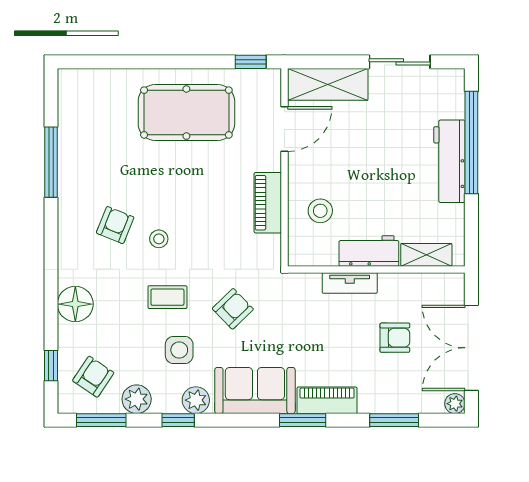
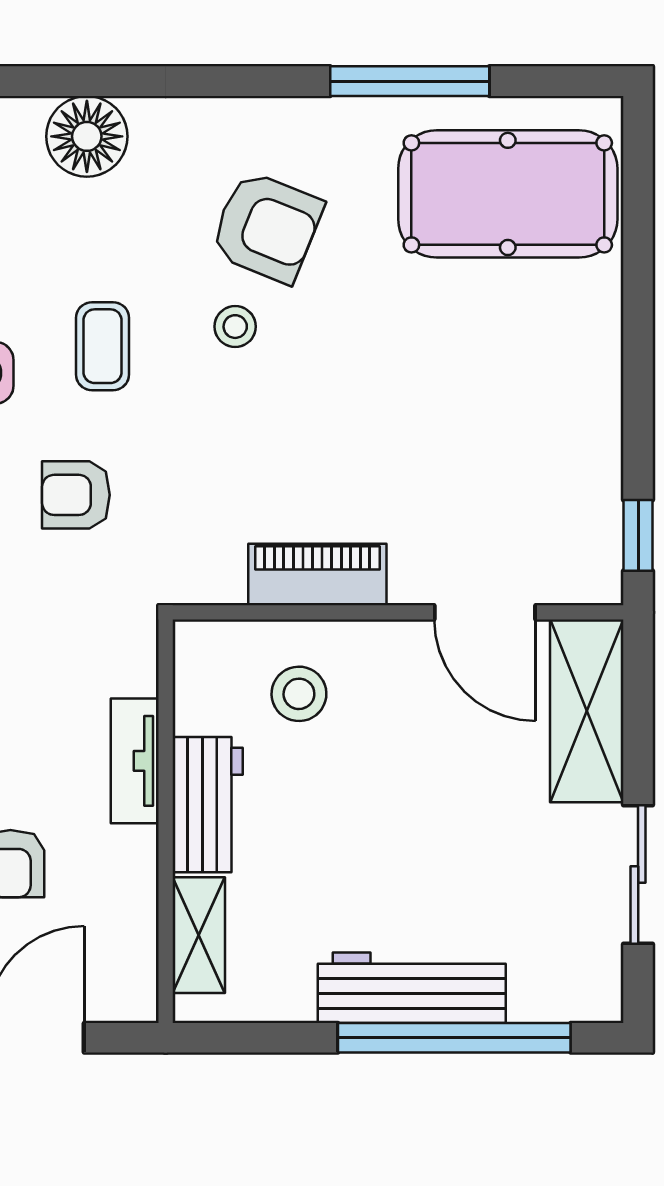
pool table: (186, 113) -> (508, 194), moved, turned 90
armchair: (115, 225) -> (267, 227), width x1.38, depth x1.38
armchair: (233, 309) -> (76, 495), turned 134

